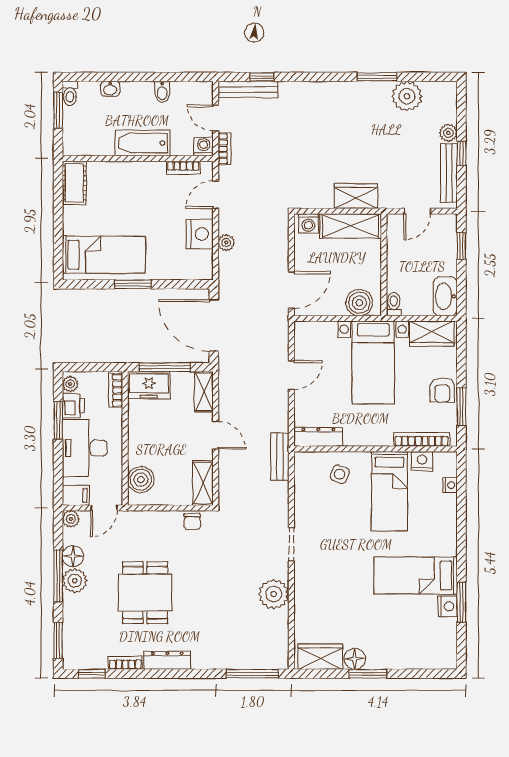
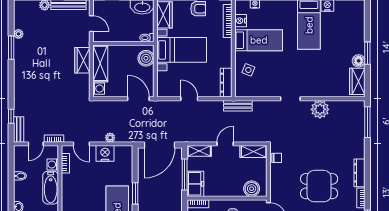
bench: (248, 89) -> (19, 130), width x0.73
plant: (407, 96) -> (18, 34), width x0.53, depth x0.53
washing machine: (204, 147) -> (53, 165), moved

